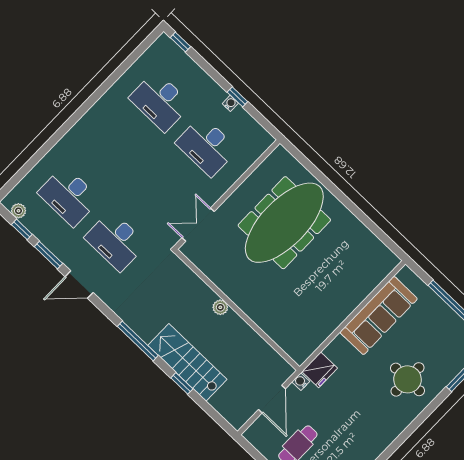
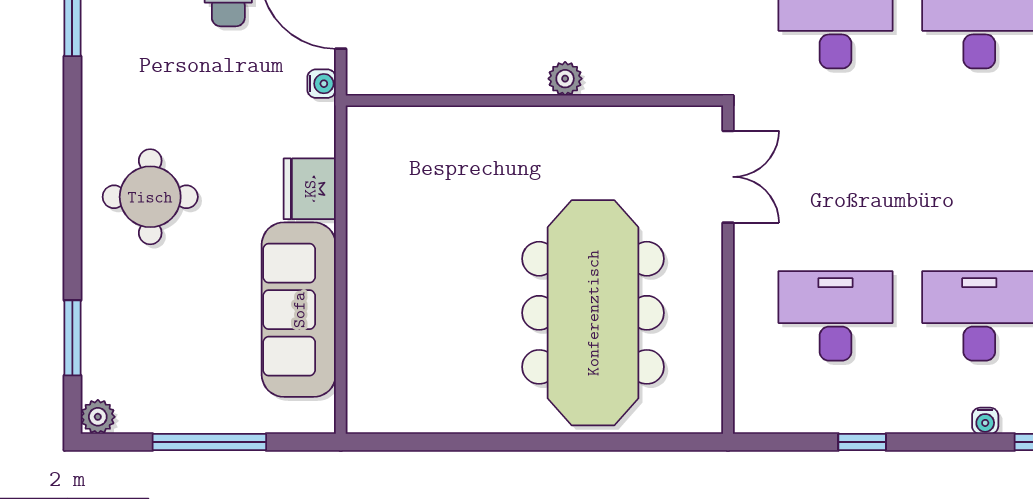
water cooler: (230, 103) -> (985, 421), moved
fridge: (320, 370) -> (310, 189), moved
round table: (408, 379) -> (150, 197), moved

